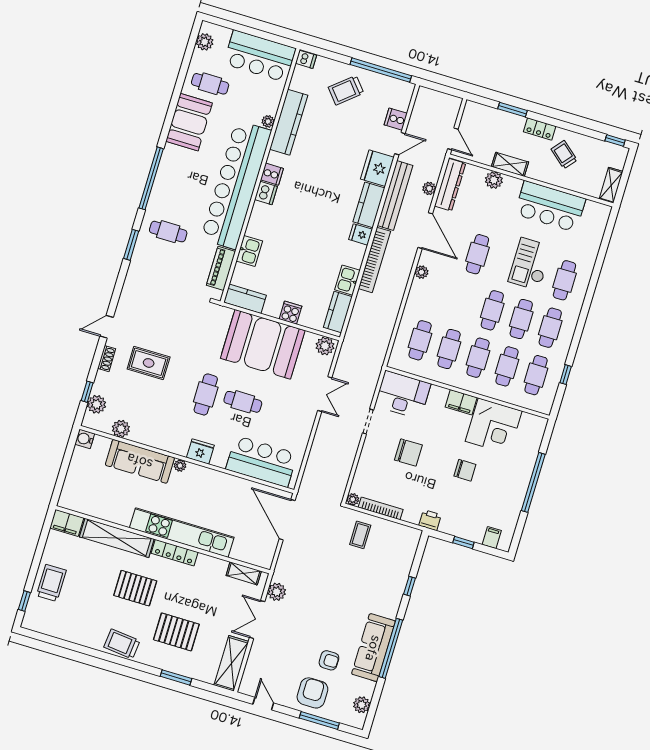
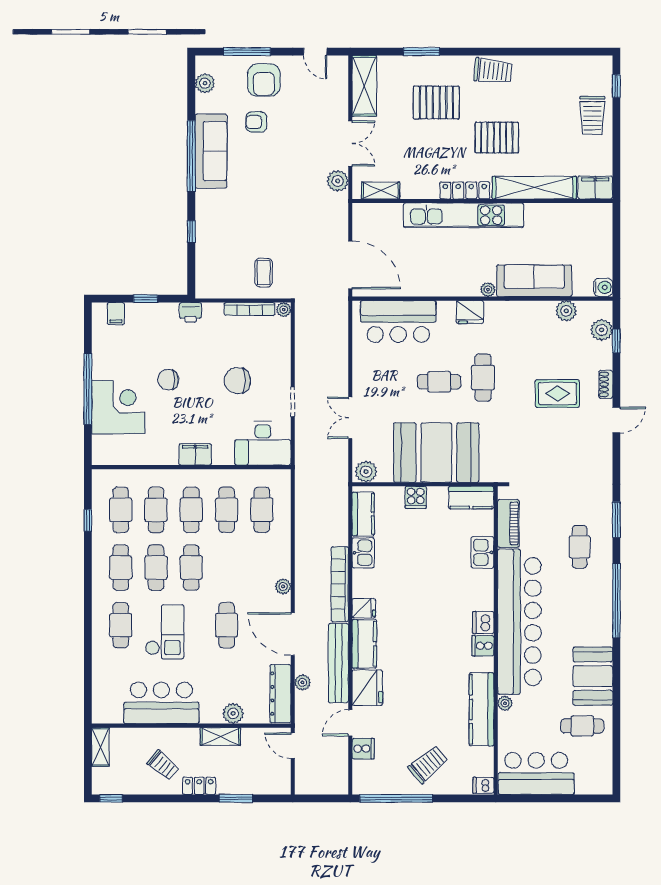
plant: (205, 42) -> (602, 771), removed
cafe table: (168, 232) -> (580, 547), turned 90
corner desk: (494, 426) -> (118, 407), moved, turned 90

